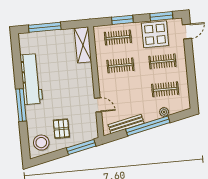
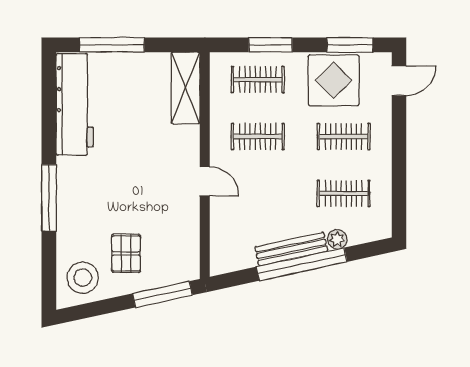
workbench: (31, 79) -> (75, 104), moved
door: (98, 105) -> (205, 181), moved
bench: (126, 124) -> (291, 249), moved

